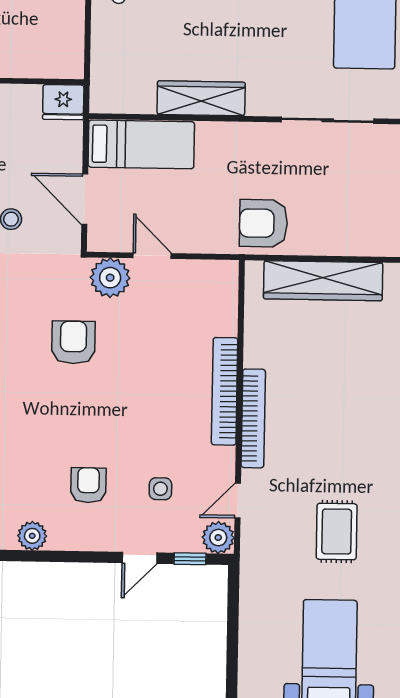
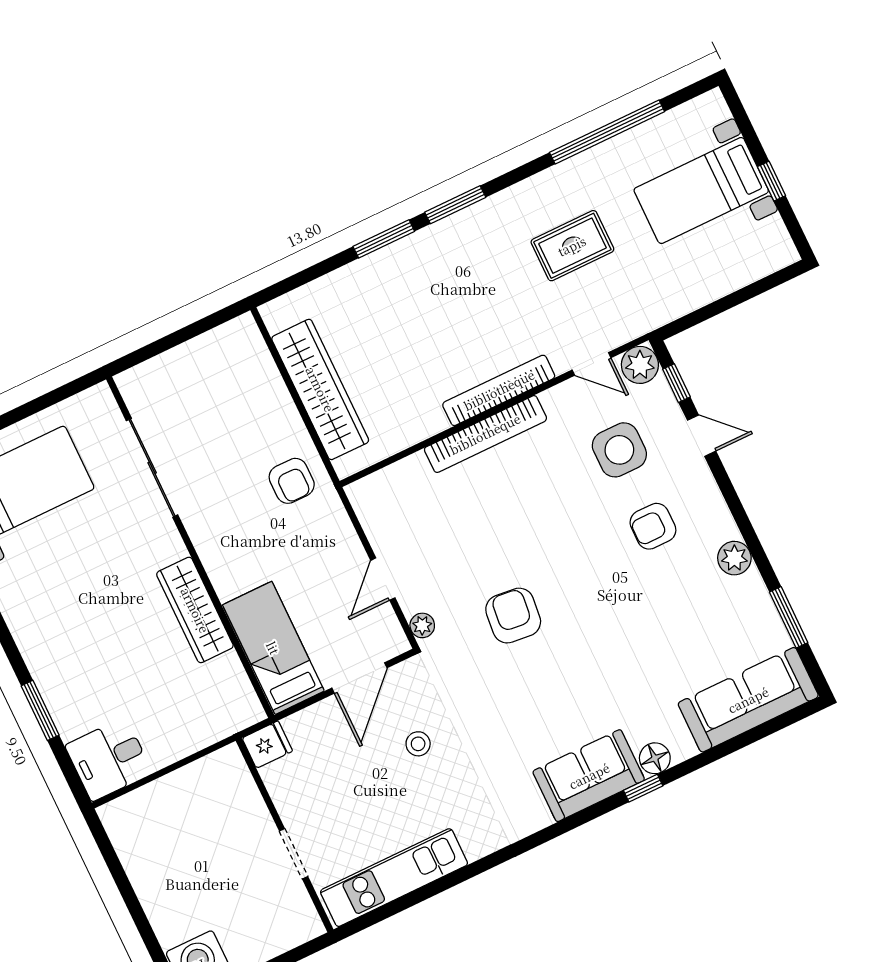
fridge: (63, 102) -> (267, 745), width x0.72
armchair: (263, 223) -> (292, 481), width x0.72, depth x0.72
plant: (110, 278) -> (422, 625), width x0.53, depth x0.53
armchair: (73, 342) -> (513, 616), turned 96
side table: (160, 489) -> (619, 450), width x1.87, depth x1.87

